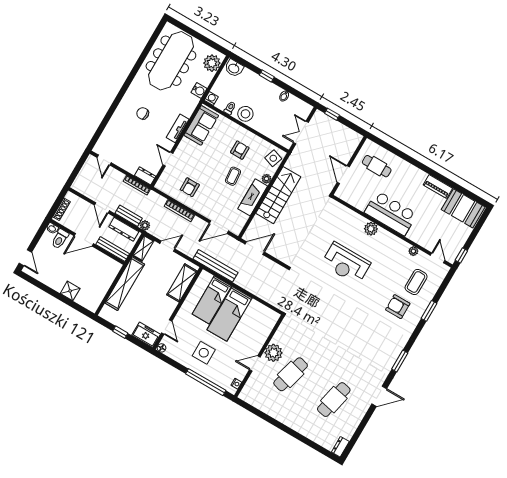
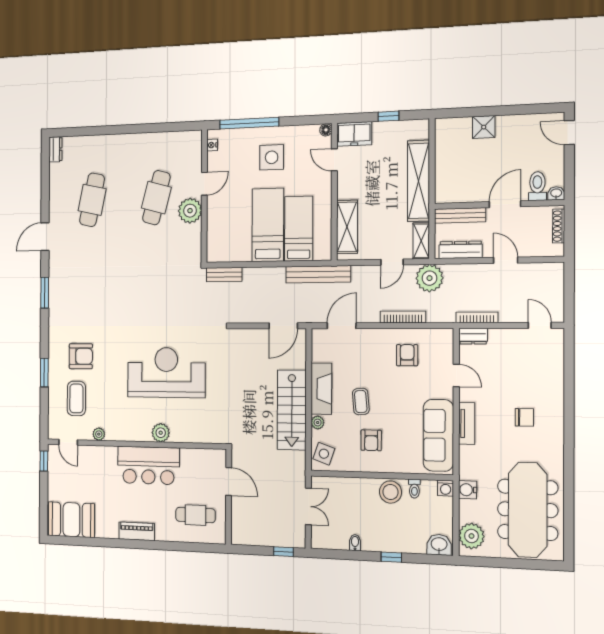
sofa: (201, 125) -> (438, 435), width x1.36
piano: (438, 186) -> (137, 531), moved
bench: (129, 216) -> (224, 275), moved
plant: (145, 225) -> (430, 278), width x1.87, depth x1.87
reception desk: (346, 263) -> (166, 373), width x1.36, depth x1.30

